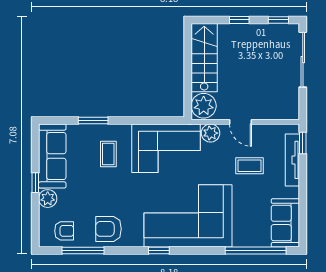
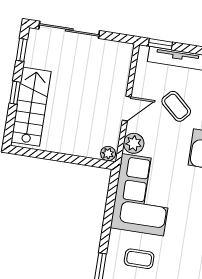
stairs: (204, 58) -> (31, 107), moved, turned 90
plant: (204, 106) -> (108, 154), width x0.53, depth x0.53
coffee table: (249, 166) -> (176, 106), turned -48

